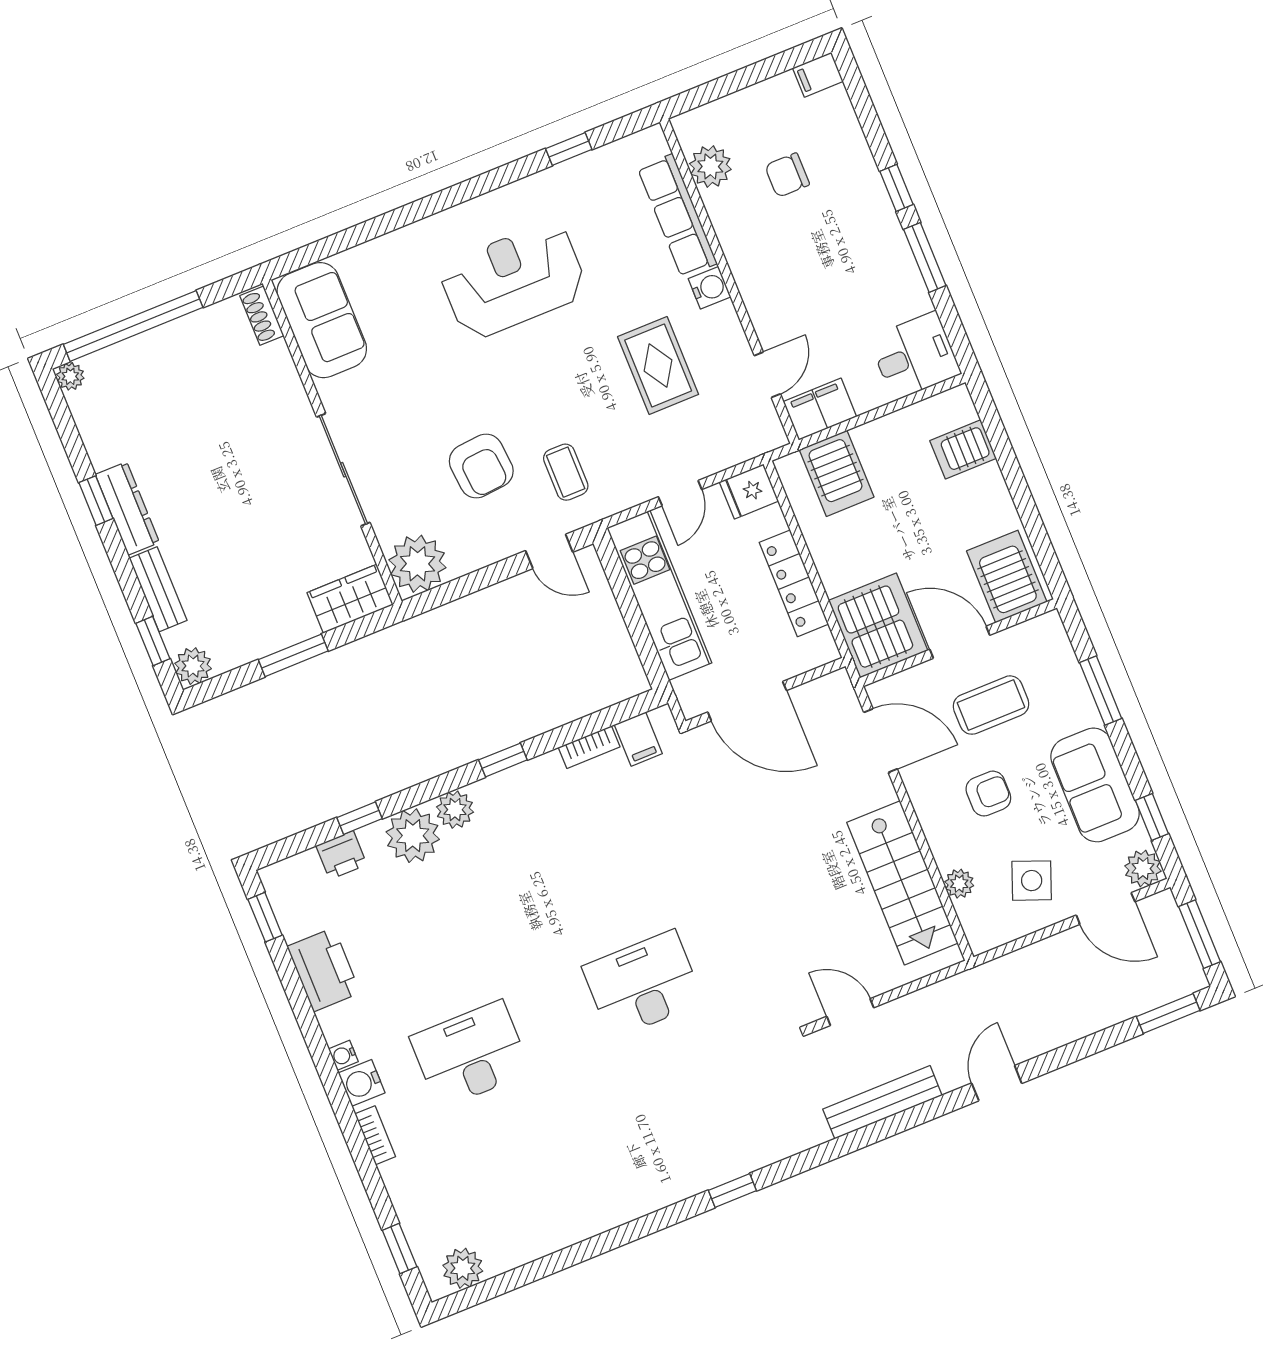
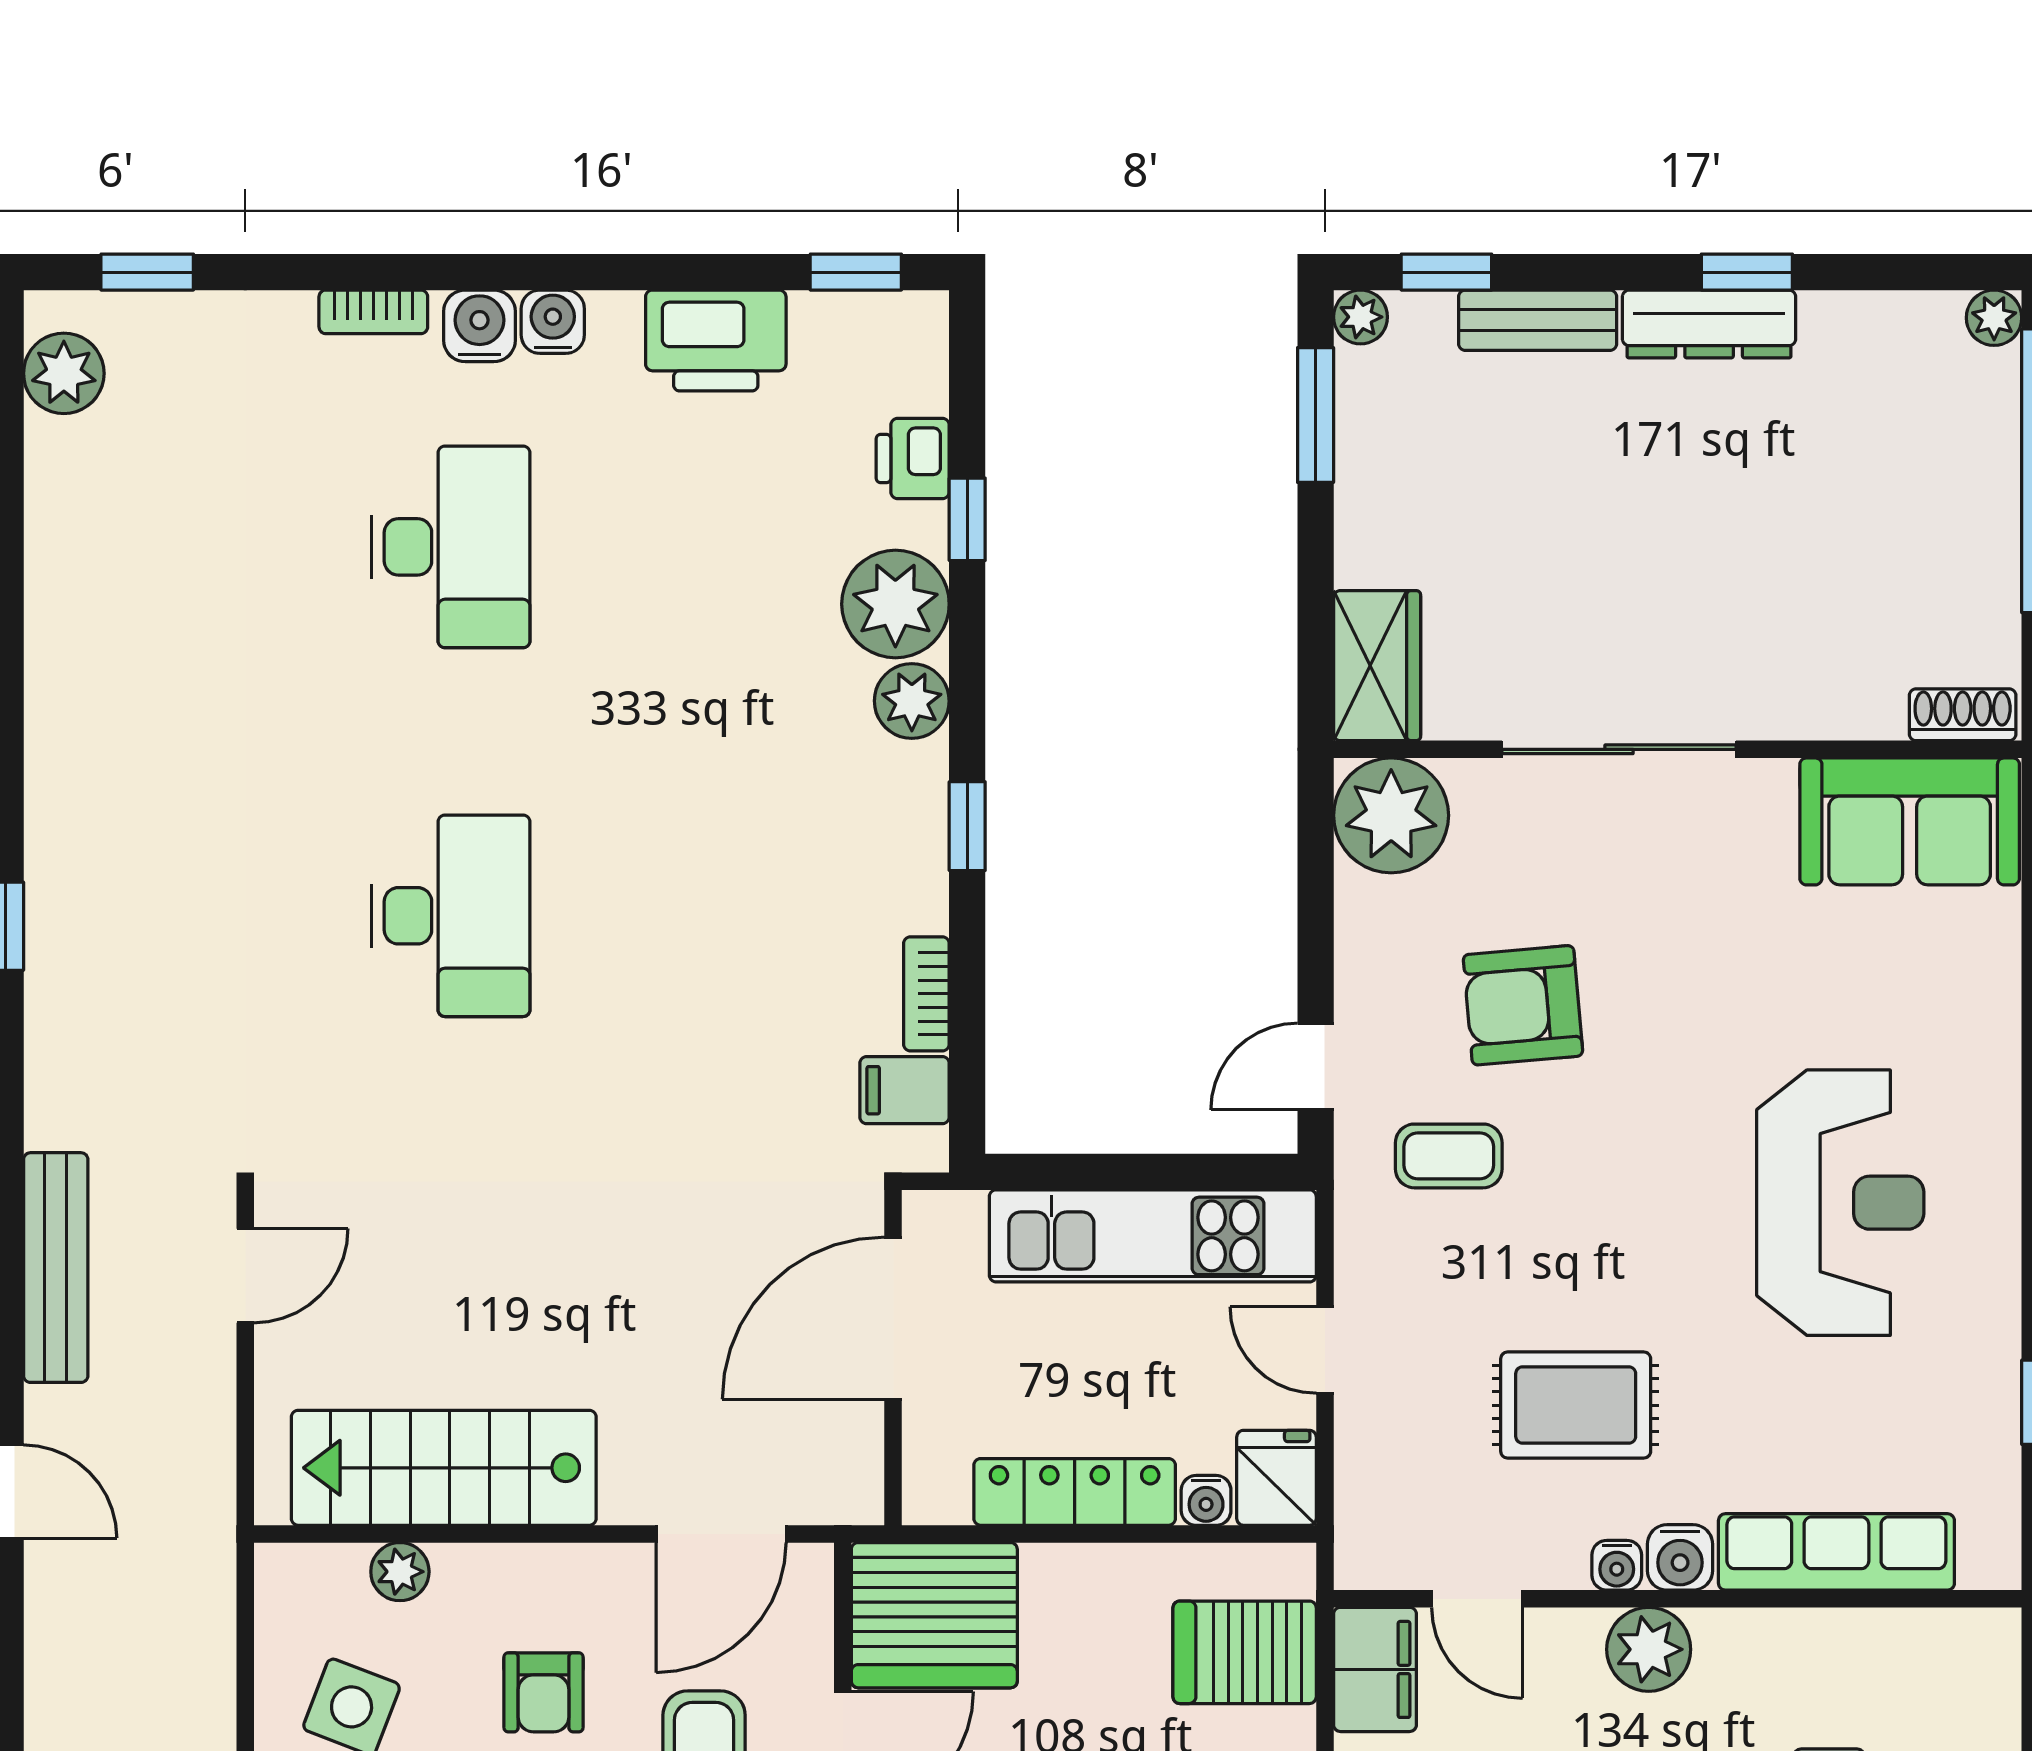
plant: (710, 166) -> (1649, 1649), moved
water cooler: (725, 316) -> (1617, 1565), added
water cooler: (773, 520) -> (1206, 1500), added
window: (293, 655) -> (1316, 415), moved
plant: (193, 666) -> (1361, 317), width x0.73, depth x0.73
water cooler: (343, 1055) -> (553, 322), width x1.38, depth x1.38

